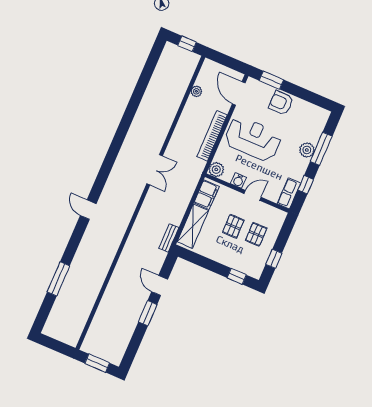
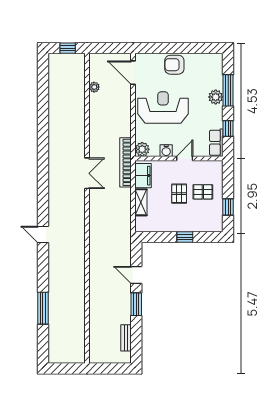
window: (271, 80) -> (157, 48), removed
bookcase: (212, 136) -> (125, 162), moved
shelving: (193, 226) -> (141, 202), width x0.67, depth x0.75
pallet: (256, 234) -> (203, 192), turned 90
bench: (169, 238) -> (126, 338), moved
window: (237, 276) -> (185, 237), moved
window: (97, 363) -> (110, 368), removed

